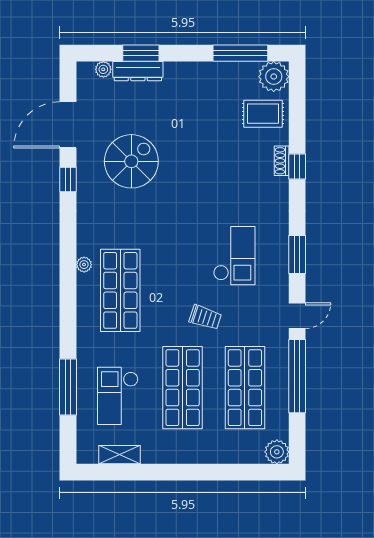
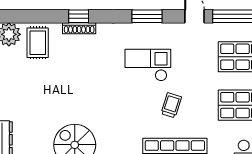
shoe rack: (282, 161) -> (79, 28), width x1.43
trolley: (205, 317) -> (171, 105), moved

